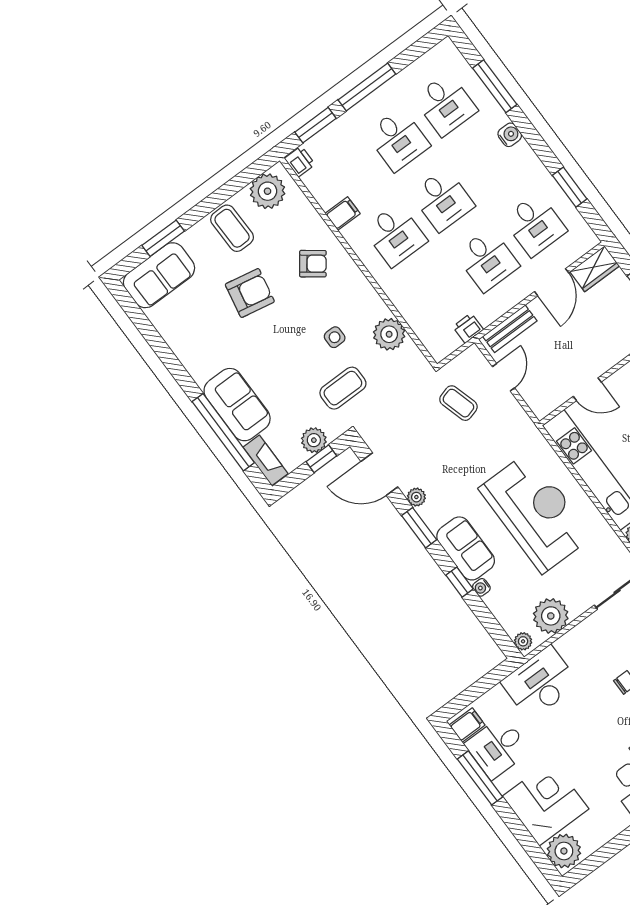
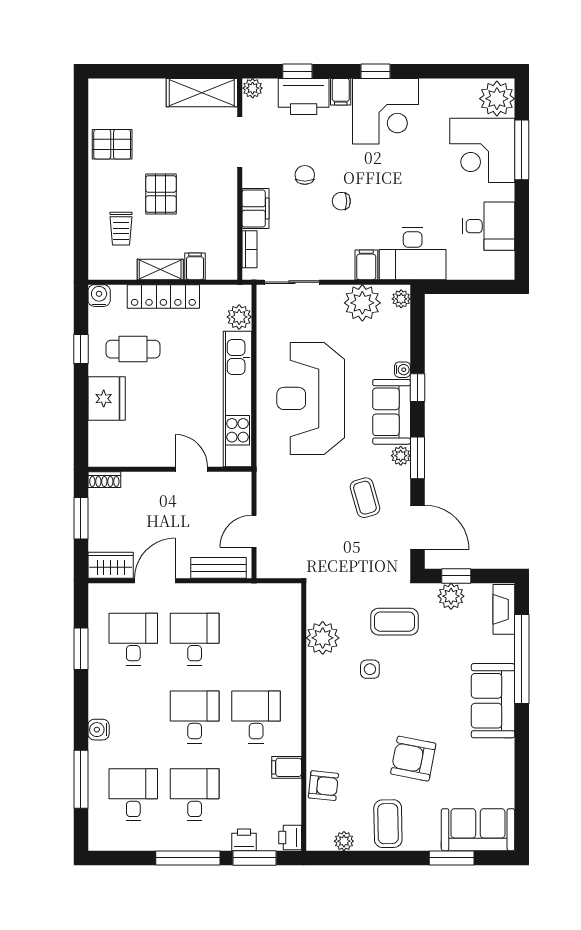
plant: (268, 191) -> (344, 841), width x0.53, depth x0.53
armchair: (313, 264) -> (323, 786), moved, turned 149
printer: (468, 328) -> (244, 840), moved, turned 180
coffee table: (458, 403) -> (365, 498), moved
sofa: (237, 405) -> (493, 701), moved
plant: (416, 497) -> (401, 456), moved
filing cabinet: (467, 725) -> (366, 265), moved, turned 90
window: (480, 778) -> (522, 150), moved

